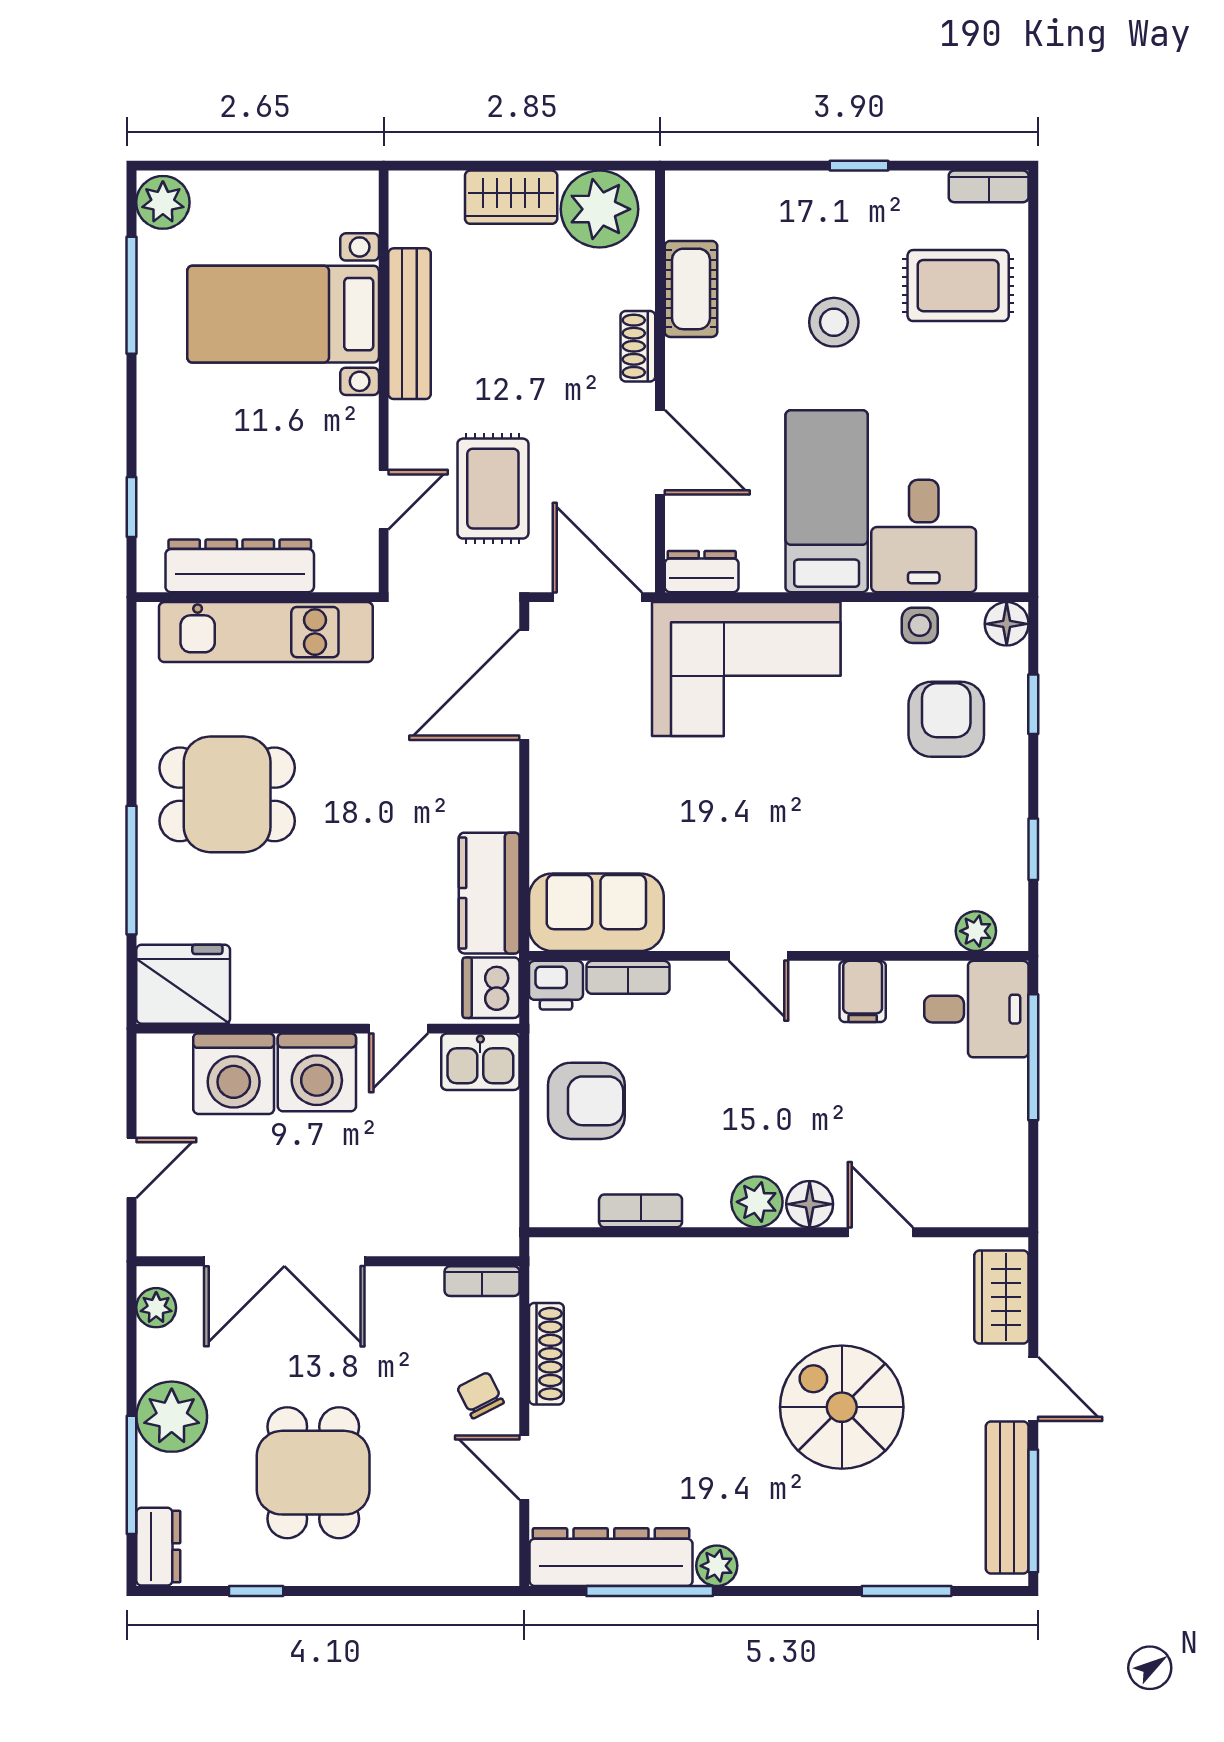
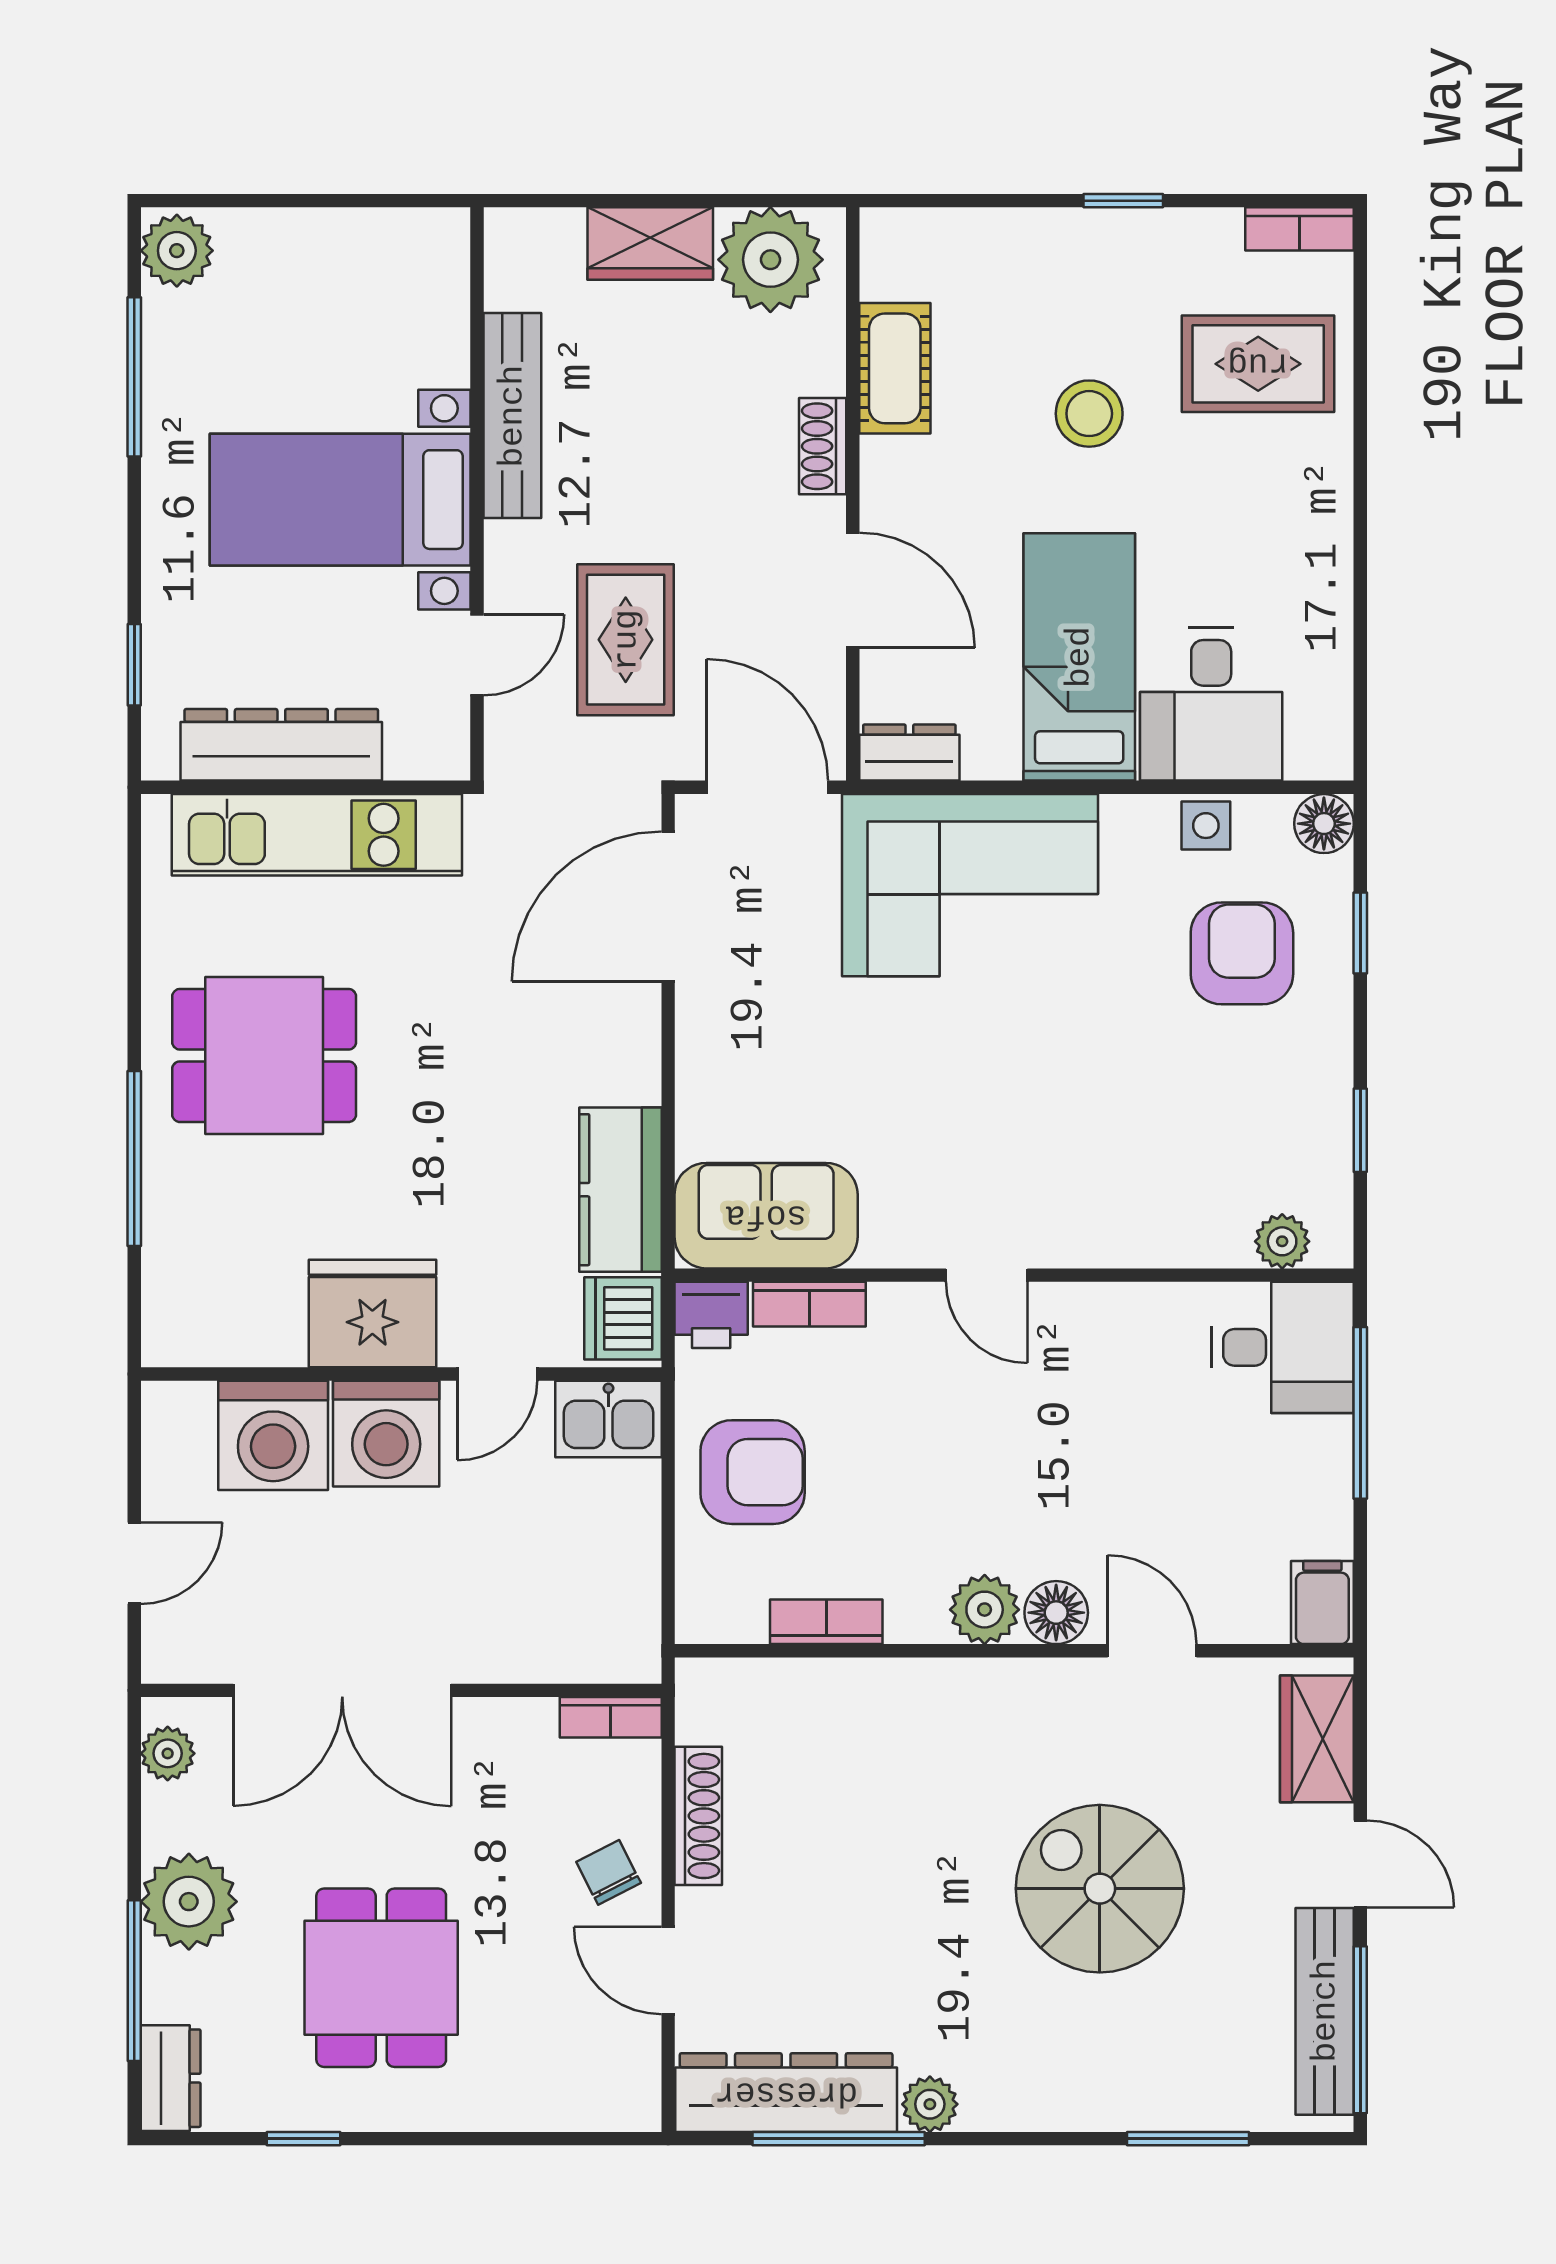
bed with nightstands: (283, 314) -> (340, 500), moved
fridge: (183, 984) -> (372, 1314), moved
filing cabinet: (863, 991) -> (1322, 1603), moved, turned 180

